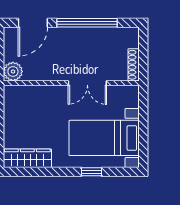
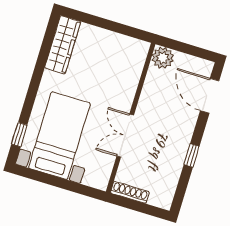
window: (87, 23) -> (192, 155), width x0.32
window: (91, 172) -> (19, 135), moved

